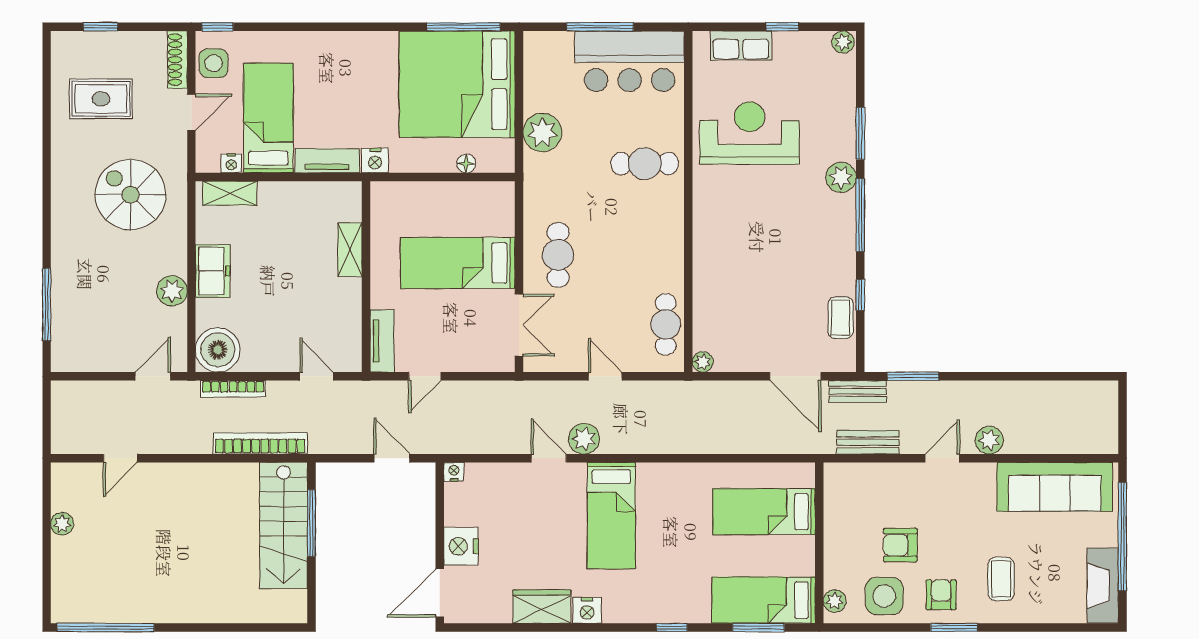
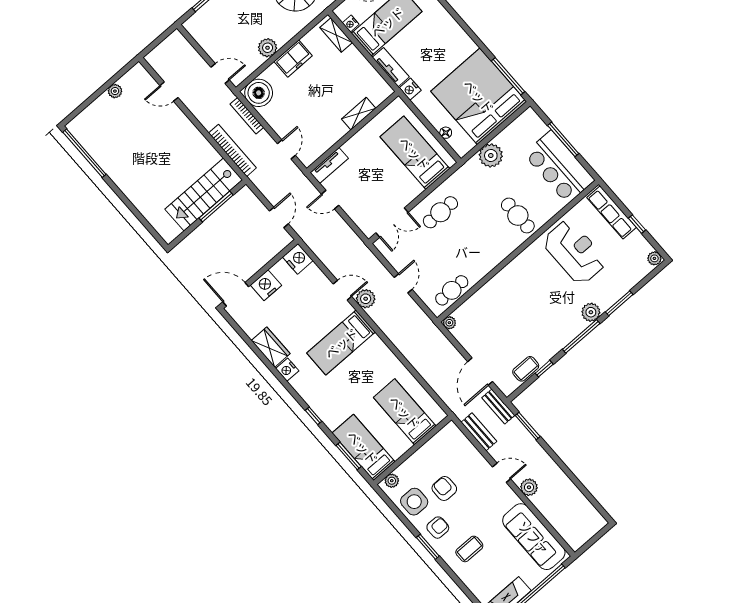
row of seats: (741, 45) -> (612, 212), width x1.48
bed: (458, 263) -> (415, 153), moved
door: (549, 458) -> (342, 290), hinge flipped
nightstand: (454, 472) -> (298, 259), width x1.89, depth x1.79

